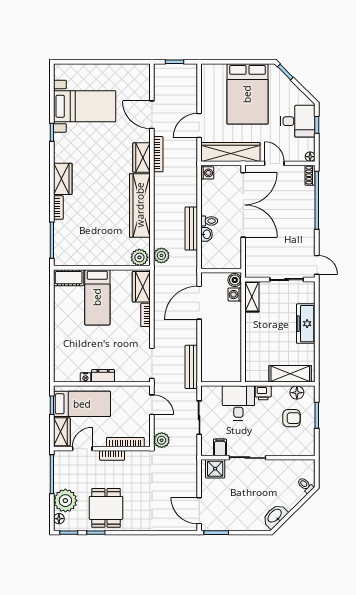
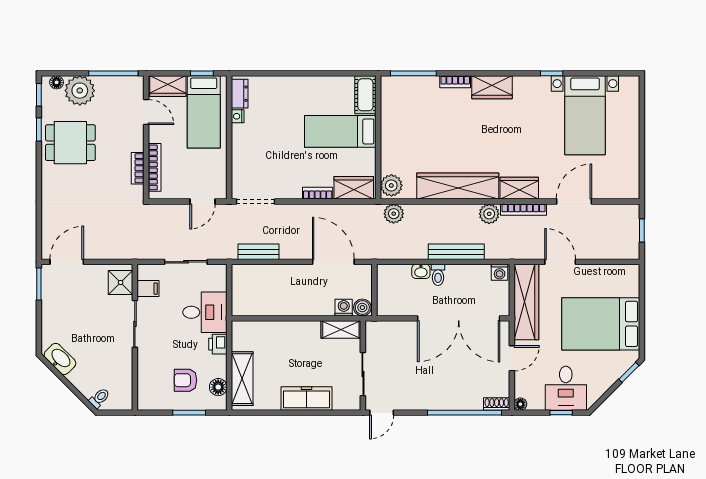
bench: (191, 229) -> (456, 252), moved
bench: (191, 367) -> (258, 252), width x0.73
dresser: (103, 376) -> (240, 94), moved
armchair: (291, 418) -> (185, 380), turned 90
plant: (162, 440) -> (489, 214), moved
bookcase: (112, 455) -> (138, 168), moved

